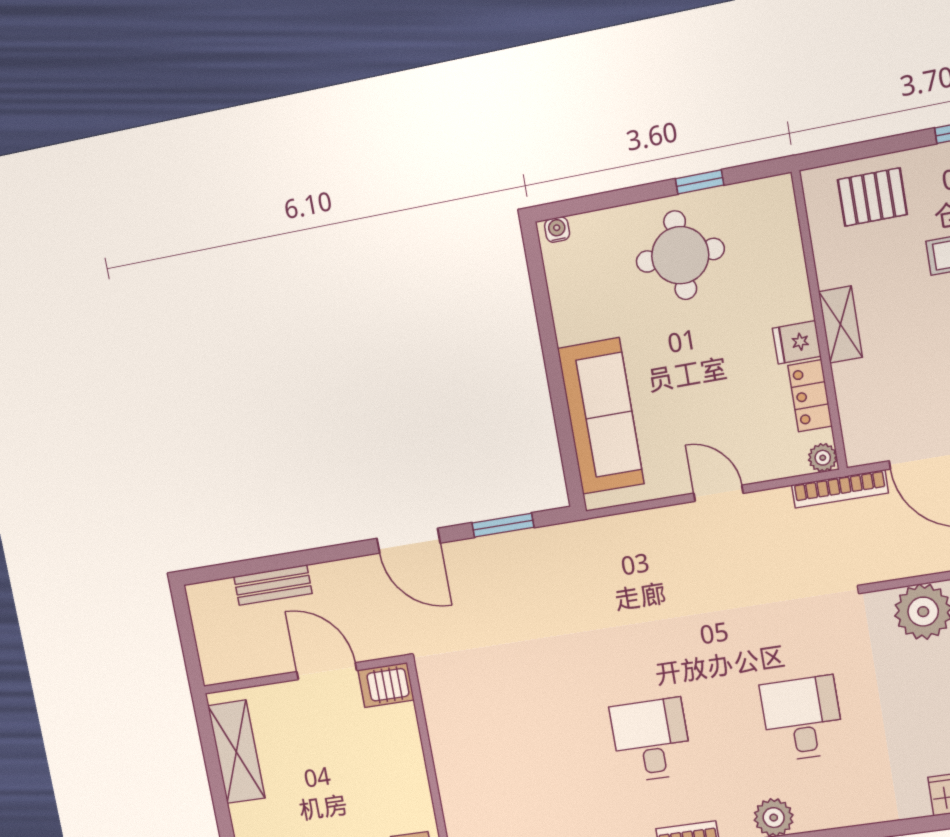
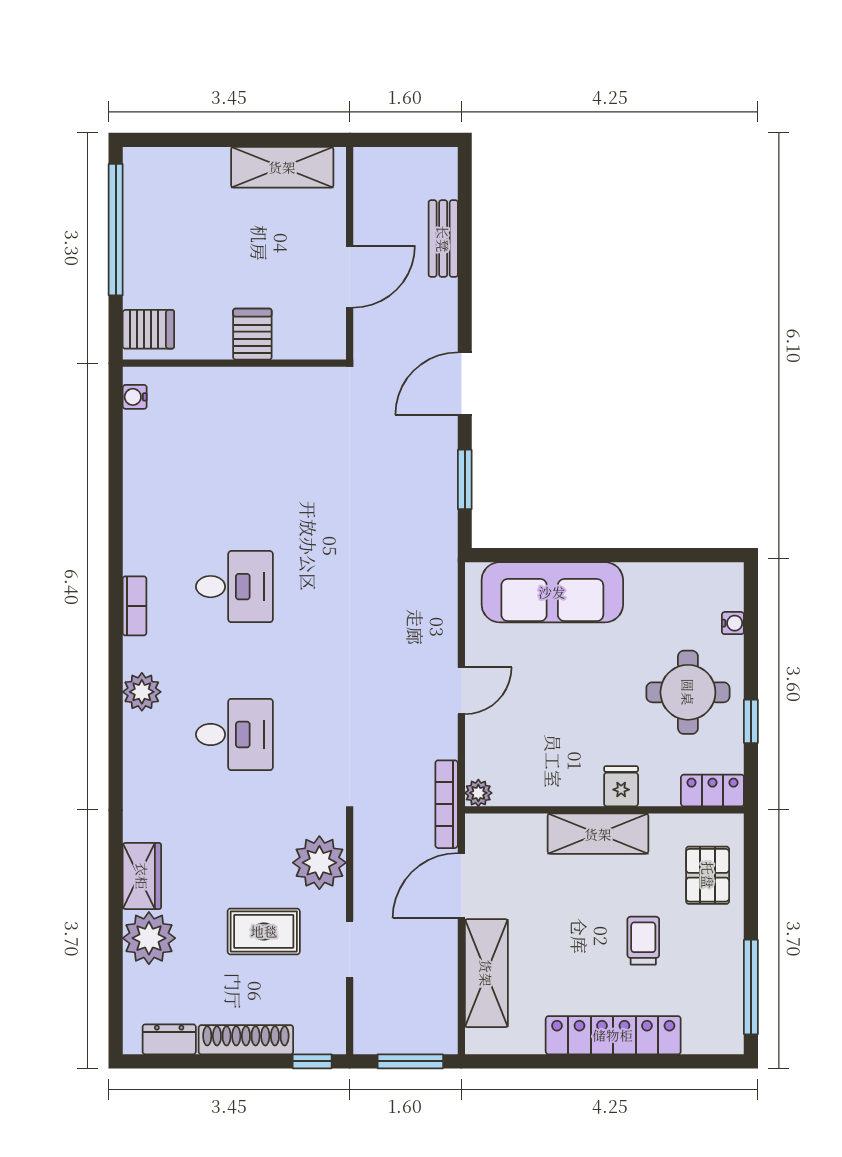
water cooler: (557, 230) -> (733, 623), moved
shelving: (840, 324) -> (598, 834), width x1.50, depth x1.33
fridge: (797, 342) -> (621, 786), moved
locker: (810, 396) -> (712, 791), moved
server rack: (386, 685) -> (252, 334), moved

